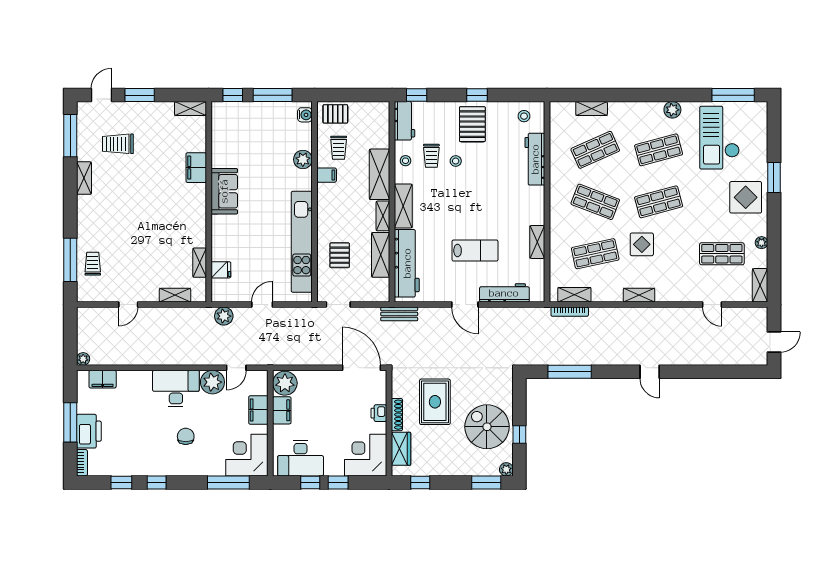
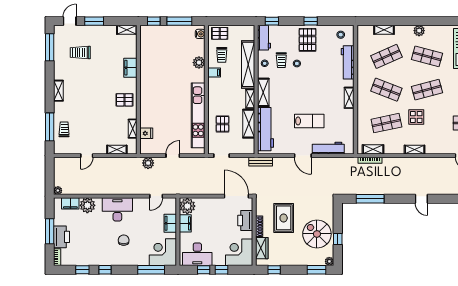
plant: (672, 110) -> (419, 31), moved
shop shelf: (659, 150) -> (427, 56), turned 30
shelving: (380, 174) -> (248, 64), width x1.47
shelving: (84, 178) -> (58, 91), moved
sofa: (224, 191) -> (148, 83), removed
pallet: (187, 218) -> (124, 100), added
shelving: (537, 242) -> (349, 98), moved
plant: (212, 382) -> (87, 205), moved
printer: (379, 413) -> (245, 221), width x1.87, depth x1.48

